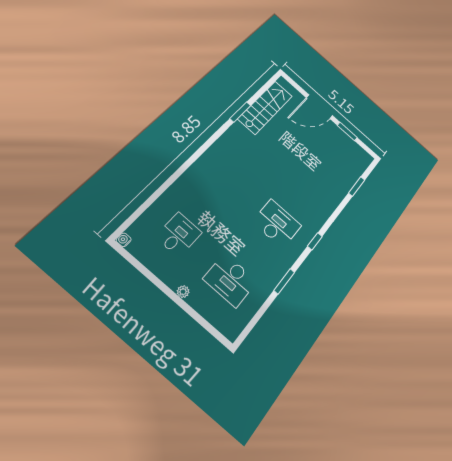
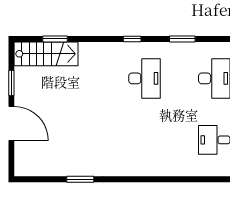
stairs: (265, 107) -> (46, 54), moved, turned 180
desk: (277, 224) -> (144, 78), turned 180

